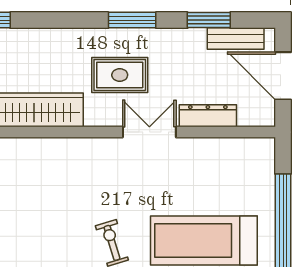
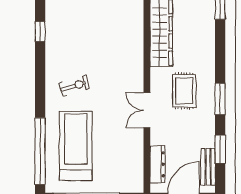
dresser: (208, 116) -> (157, 164), moved
double door: (149, 132) -> (147, 110), swing flipped

